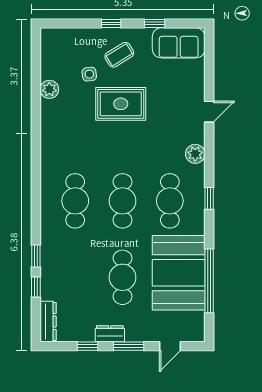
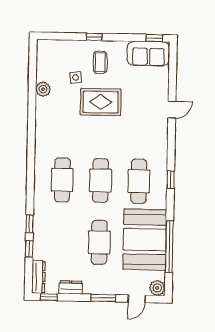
window: (155, 24) -> (154, 38), moved
coffee table: (119, 55) -> (100, 62), turned -58
plant: (195, 154) -> (157, 288), moved
dresser: (110, 334) -> (71, 287), moved
window: (87, 346) -> (49, 297), moved

